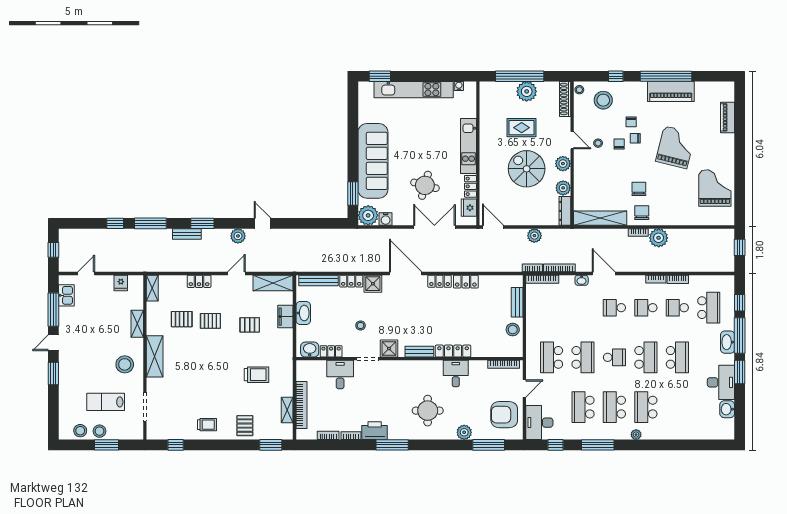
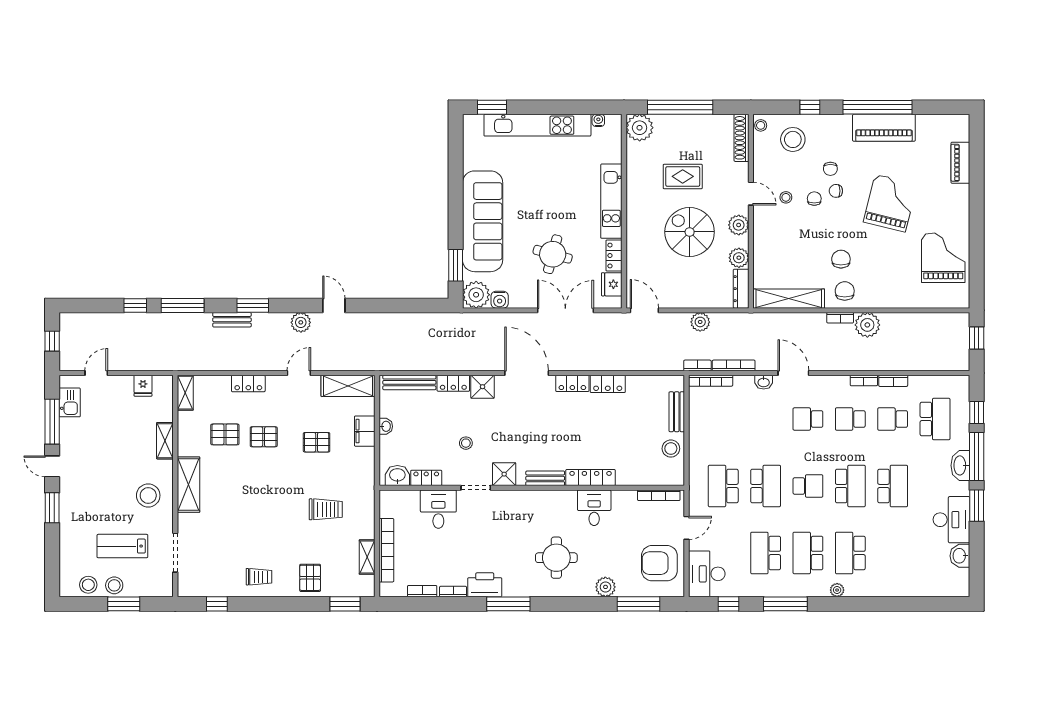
plant: (527, 91) -> (640, 128), moved
washbasin: (303, 313) -> (386, 426), width x0.52, depth x0.69
door: (53, 343) -> (52, 466), hinge flipped

